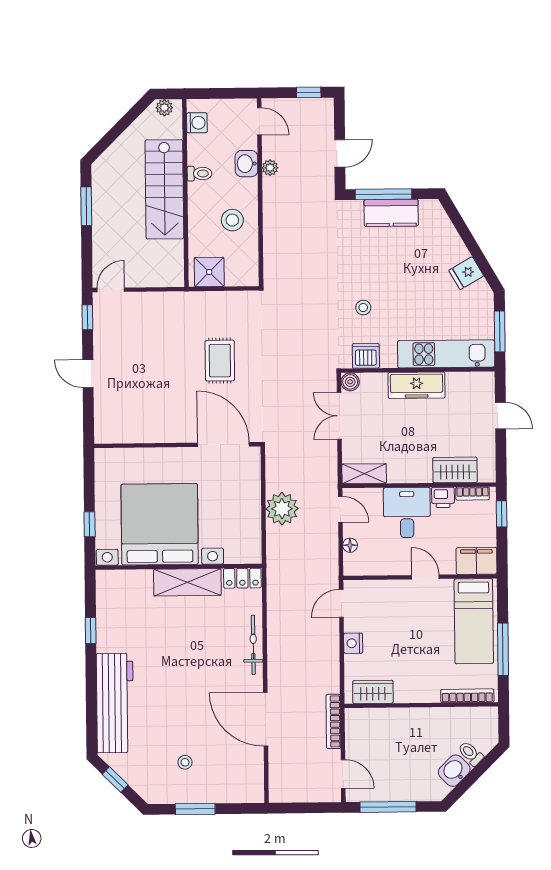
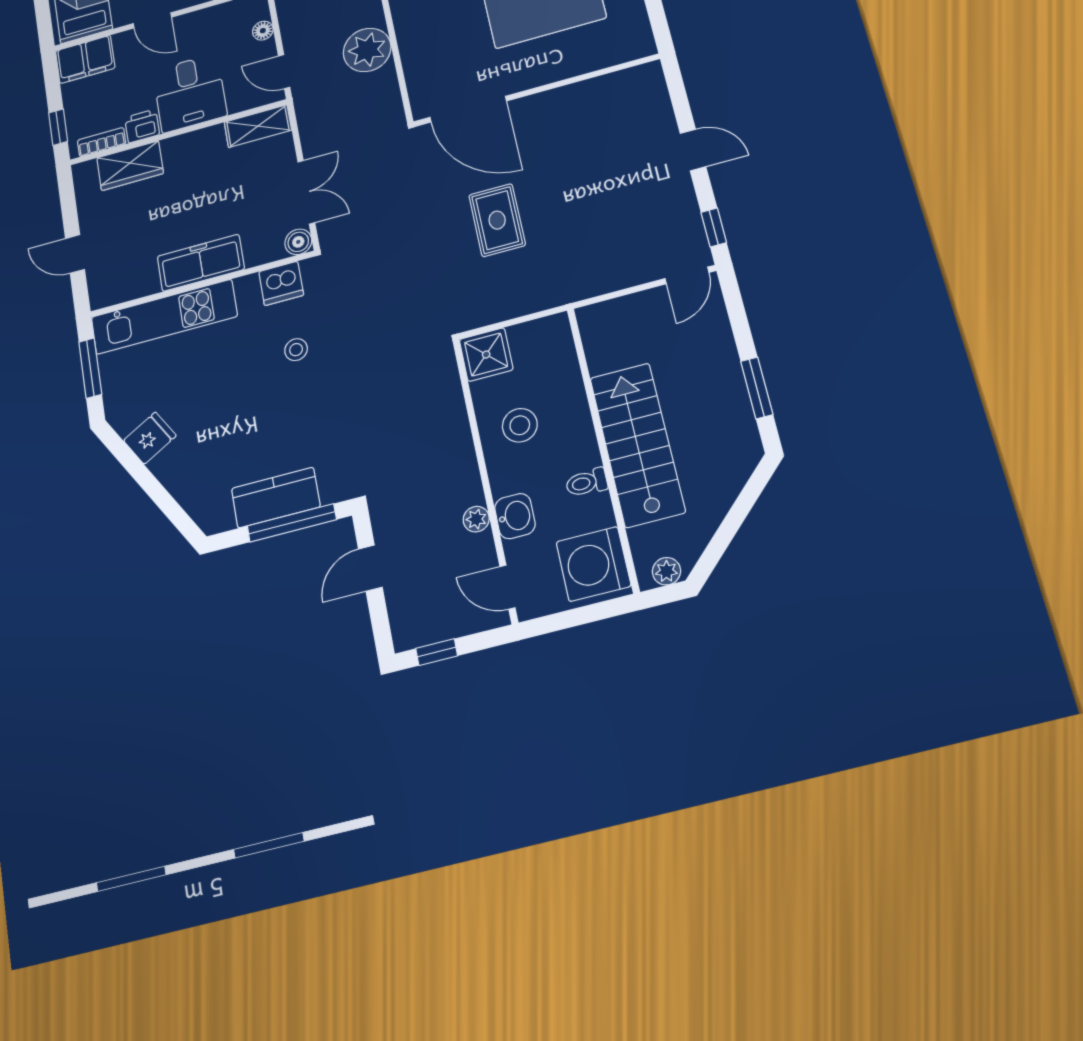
washing machine: (197, 123) -> (593, 564), width x1.89, depth x1.89
shower: (209, 272) -> (486, 355), moved

